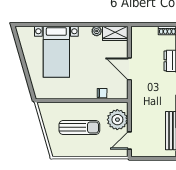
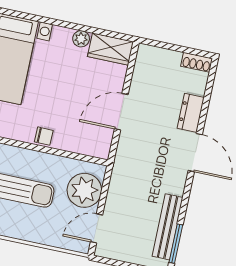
door: (129, 69) -> (121, 112), hinge flipped
chair: (102, 93) -> (44, 136), moved

